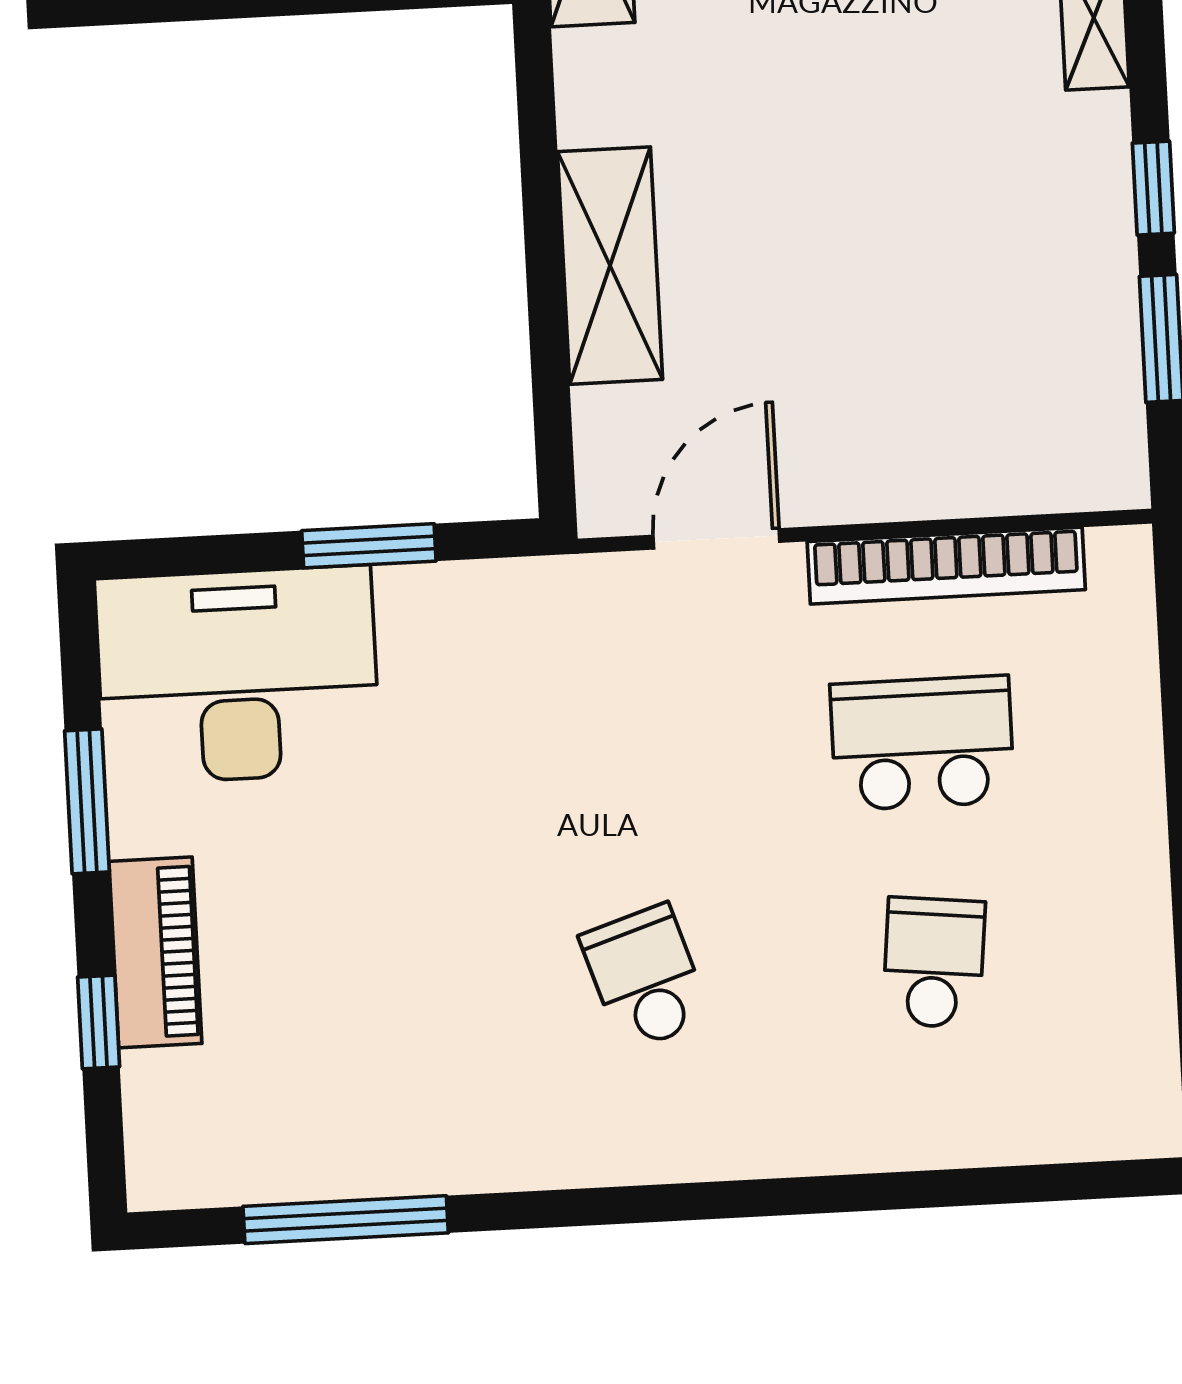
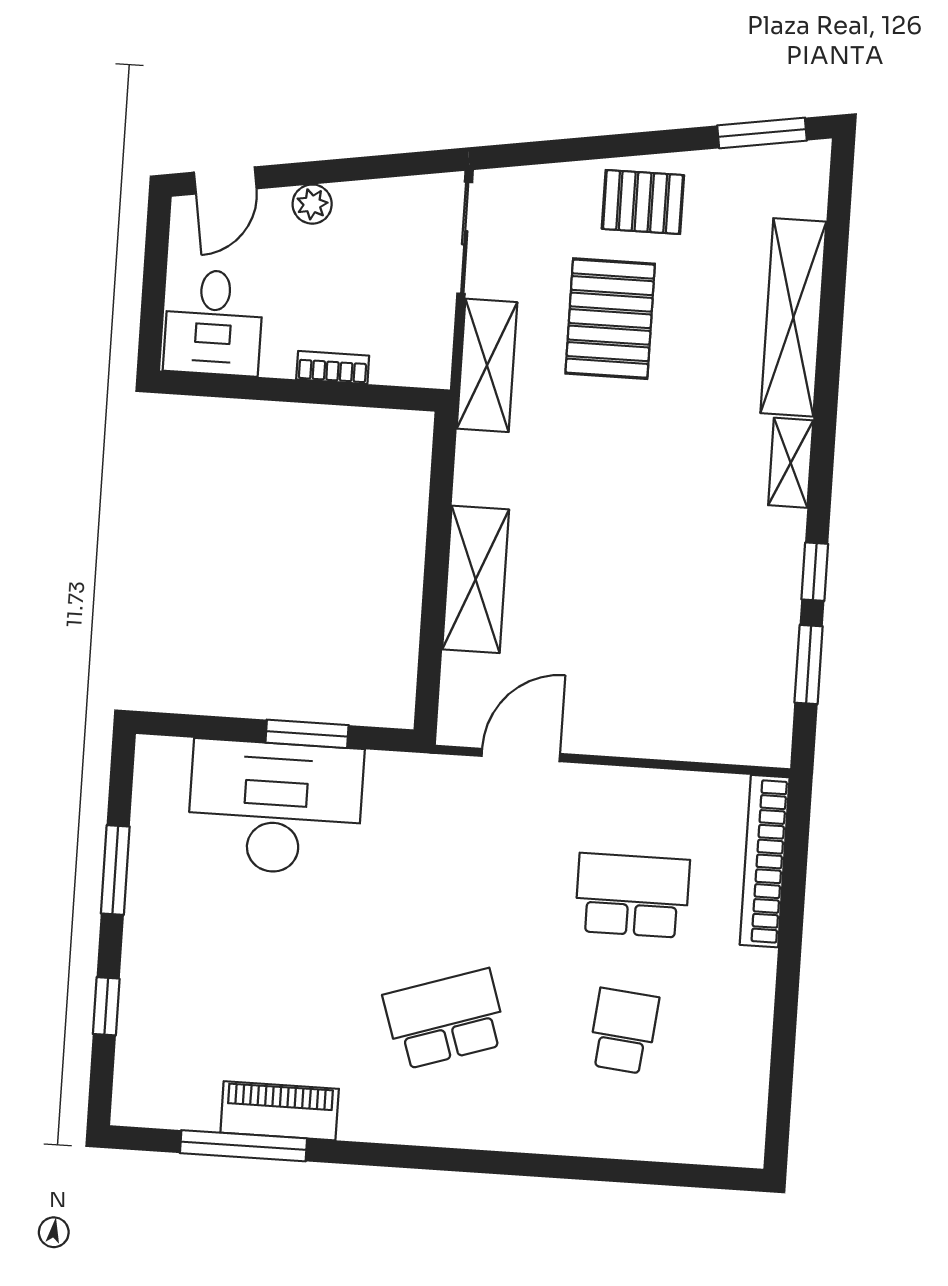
bookcase: (946, 566) -> (765, 861), moved, turned 90
desk: (238, 675) -> (275, 807), moved
piano: (155, 952) -> (280, 1111), moved, turned -90
school desk: (645, 978) -> (445, 1019), width x1.85

